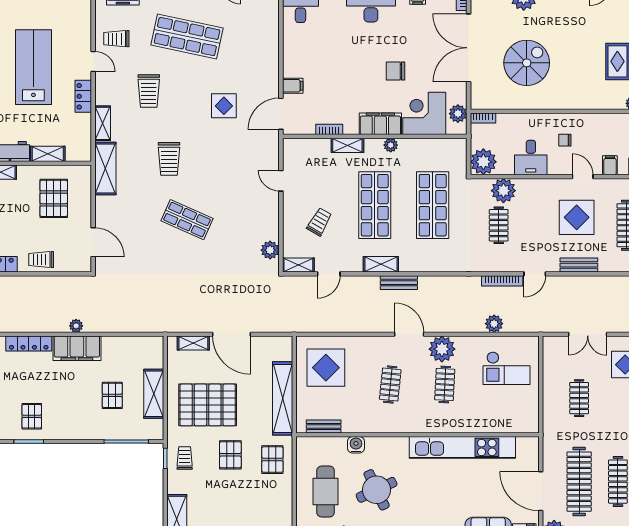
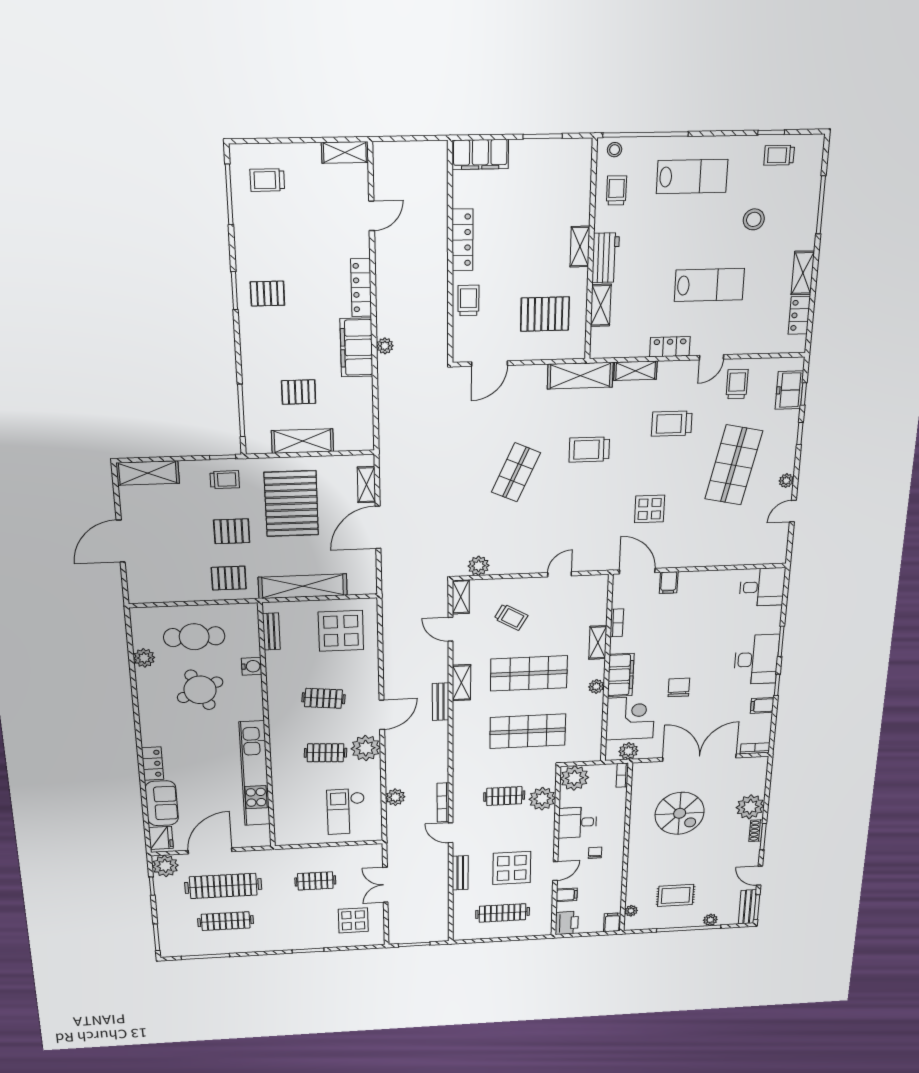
lab bench: (33, 67) -> (709, 285), width x0.73, depth x0.72

